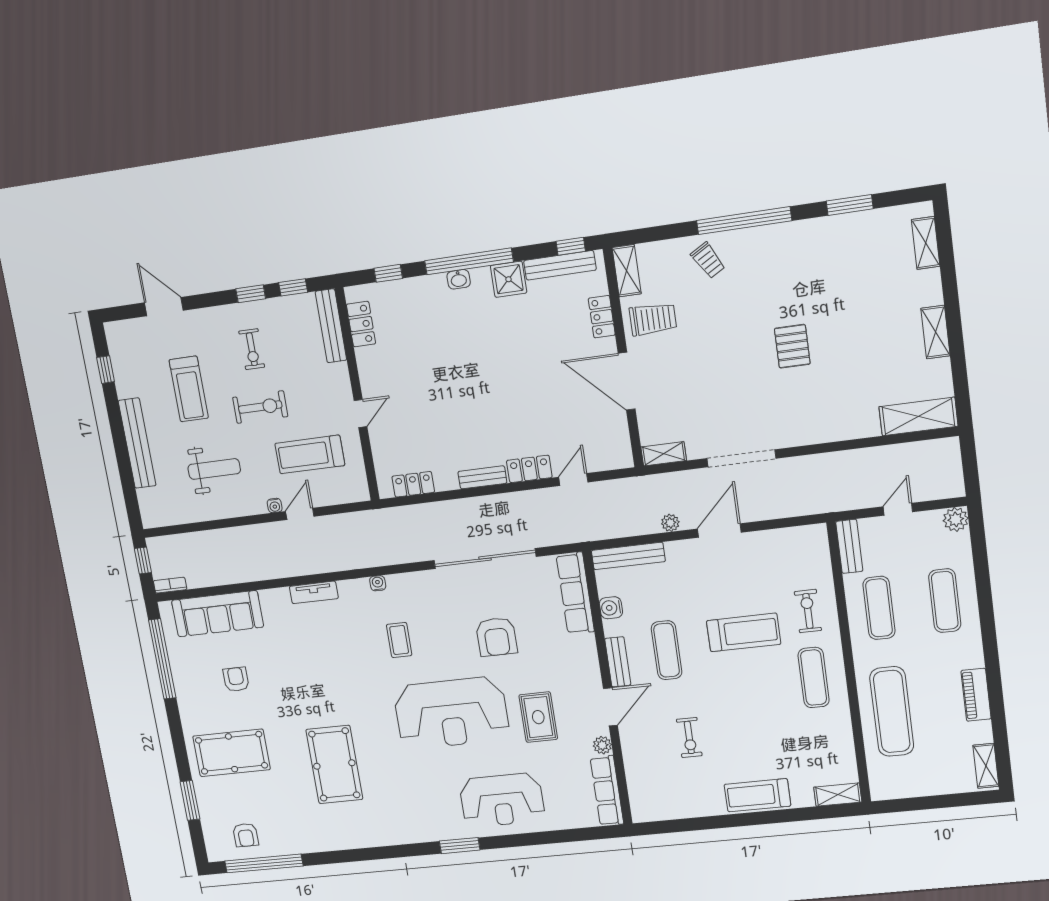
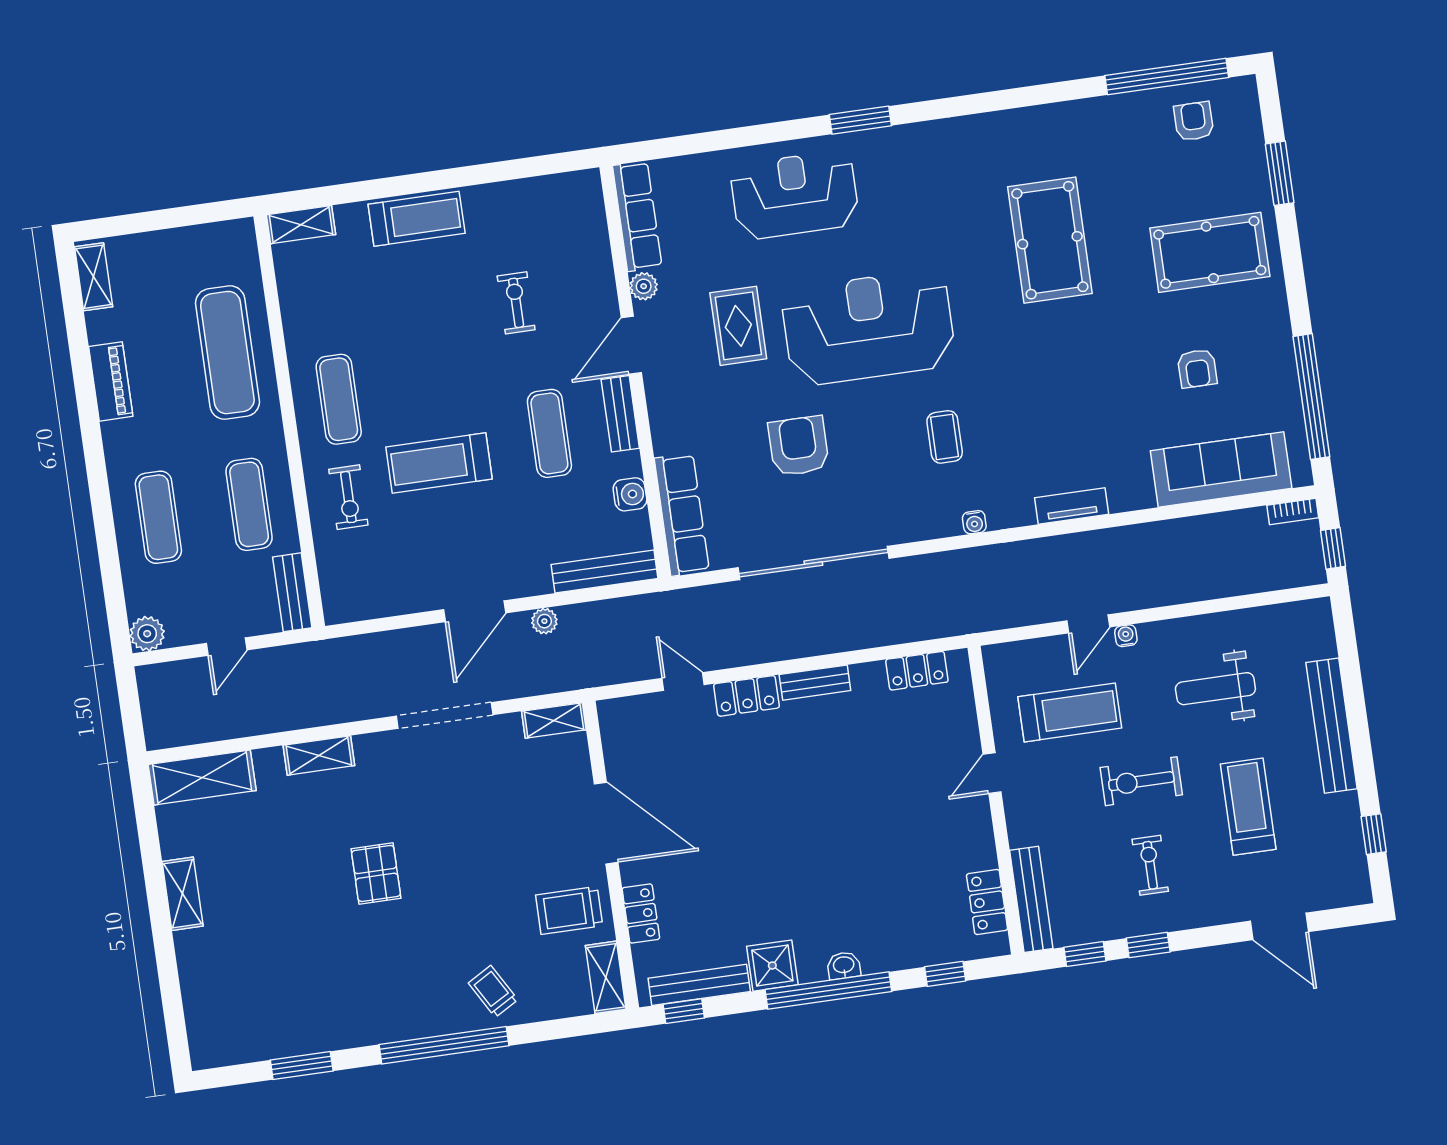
shelving: (926, 243) -> (319, 755), moved, turned 90
door: (573, 480) -> (683, 682), swing flipped

